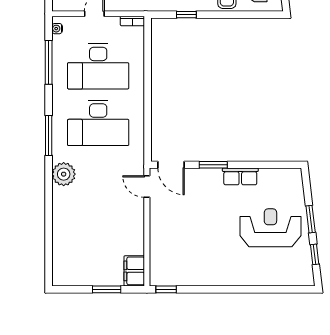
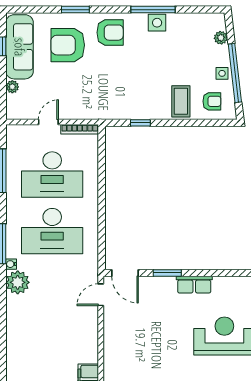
bookcase: (132, 21) -> (80, 129), width x1.56
water cooler: (57, 29) -> (11, 264), moved
door: (147, 187) -> (101, 295), hinge flipped

